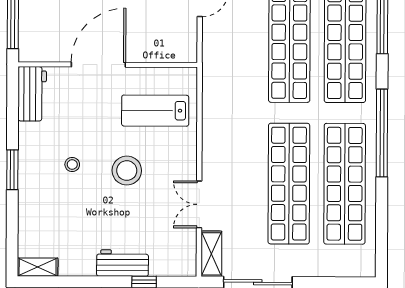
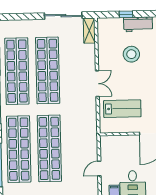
stool: (127, 171) -> (131, 54), moved
double door: (199, 204) -> (97, 84), moved

